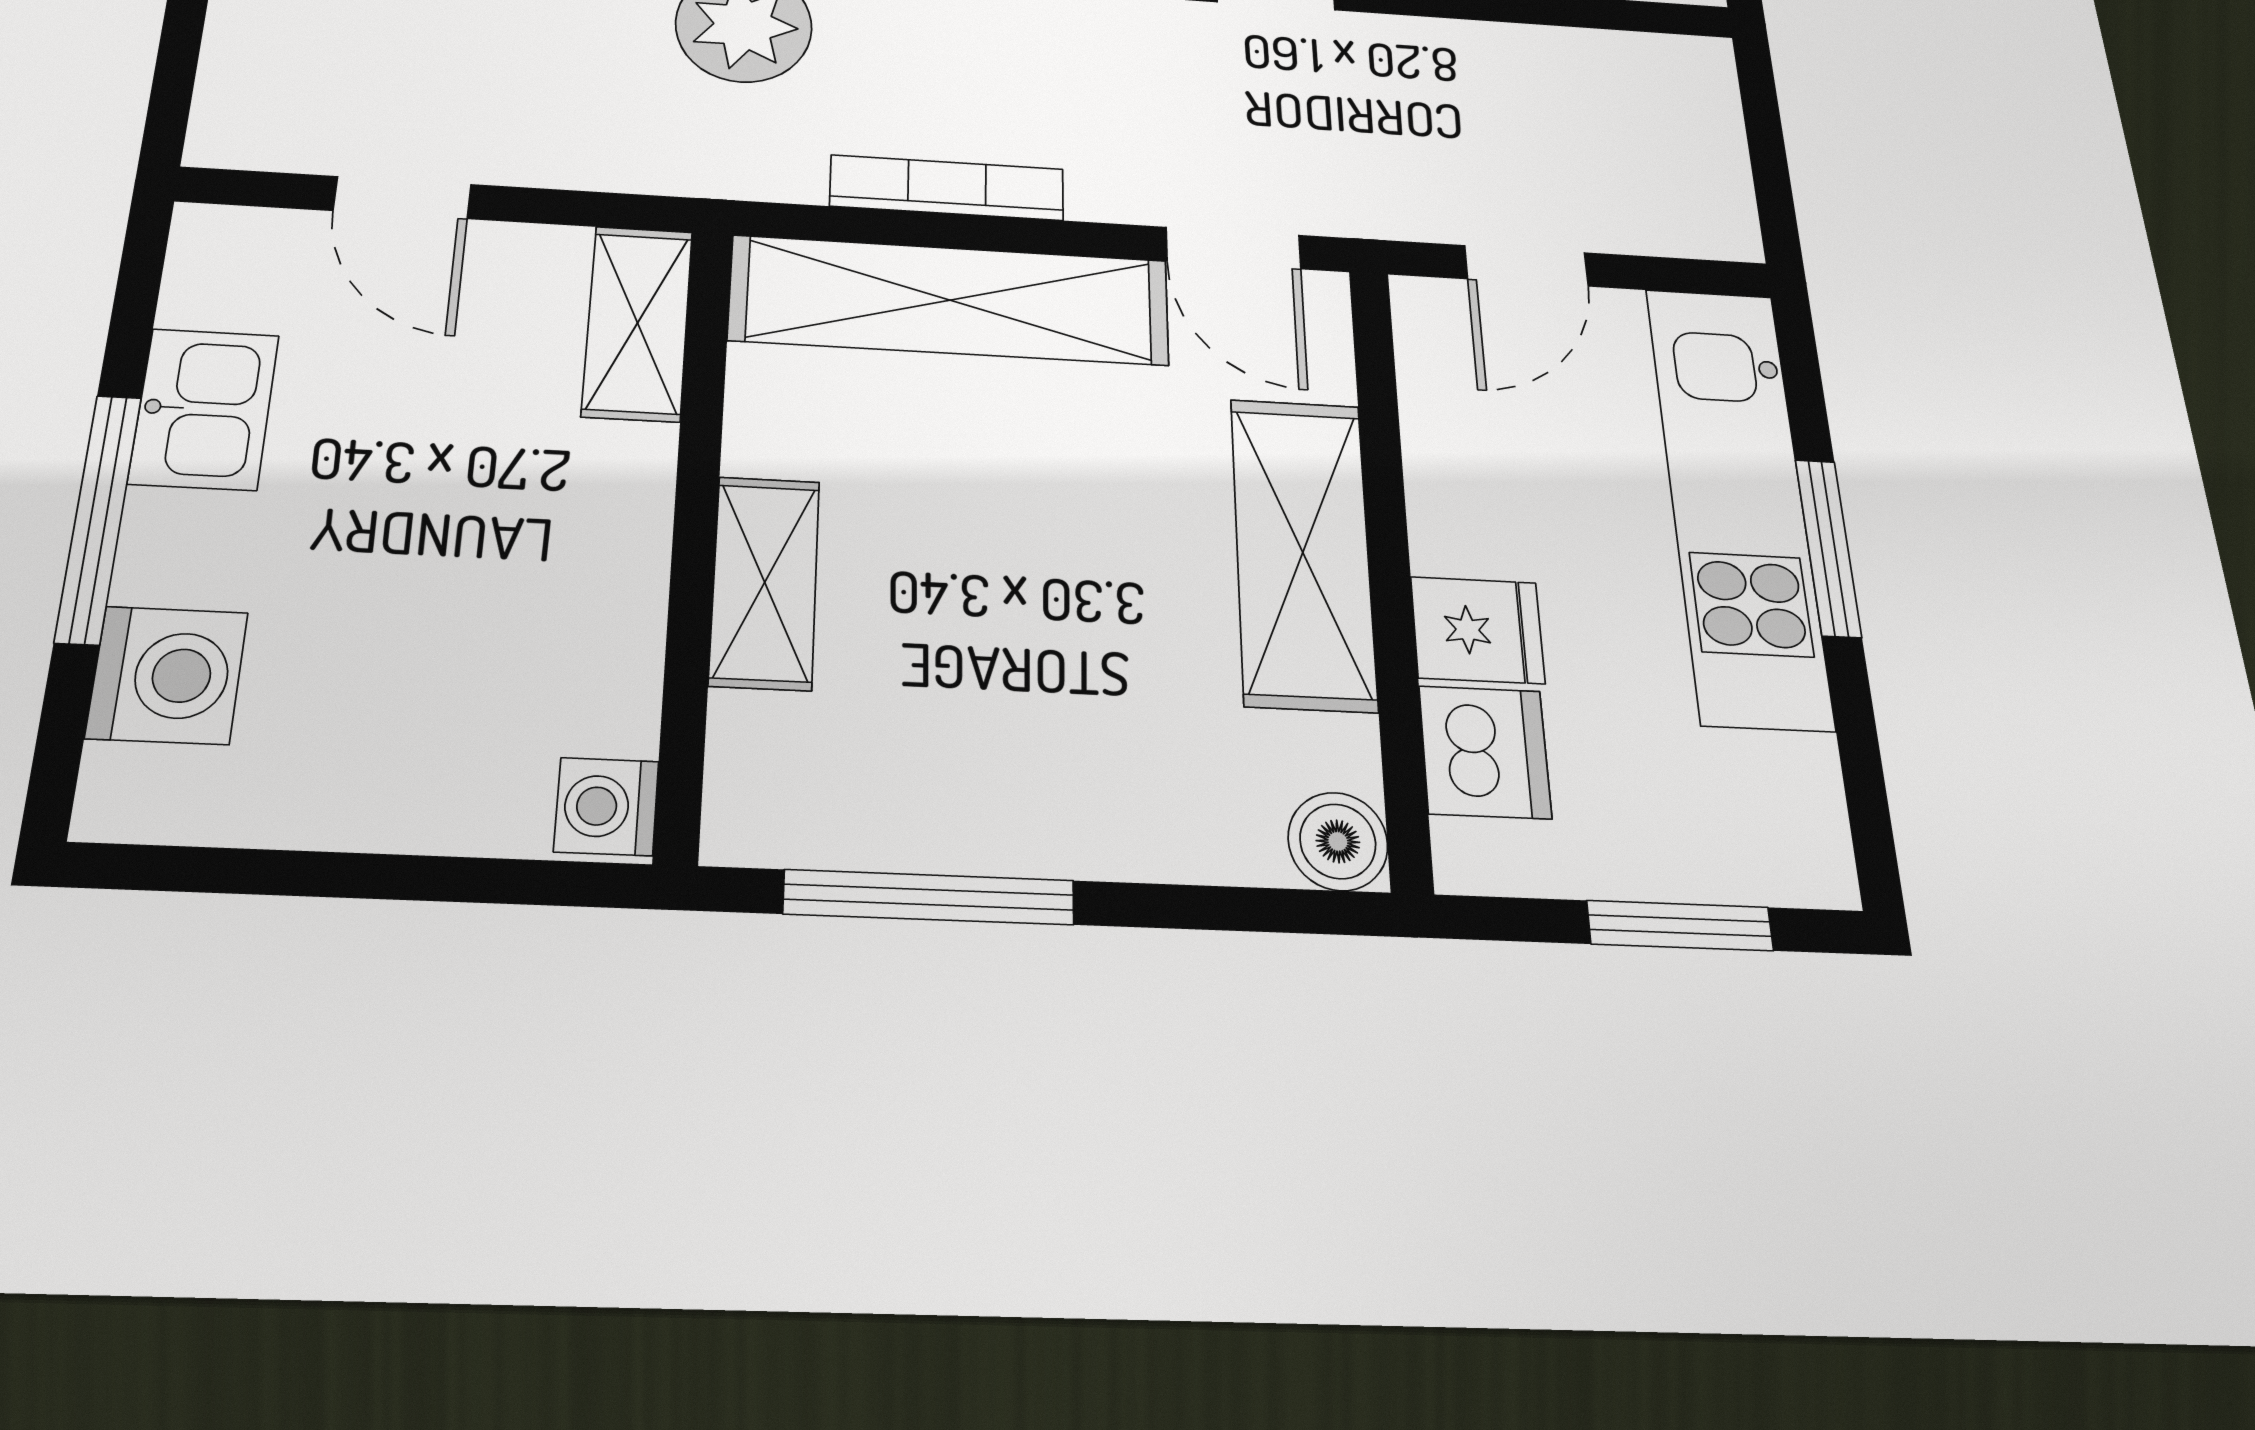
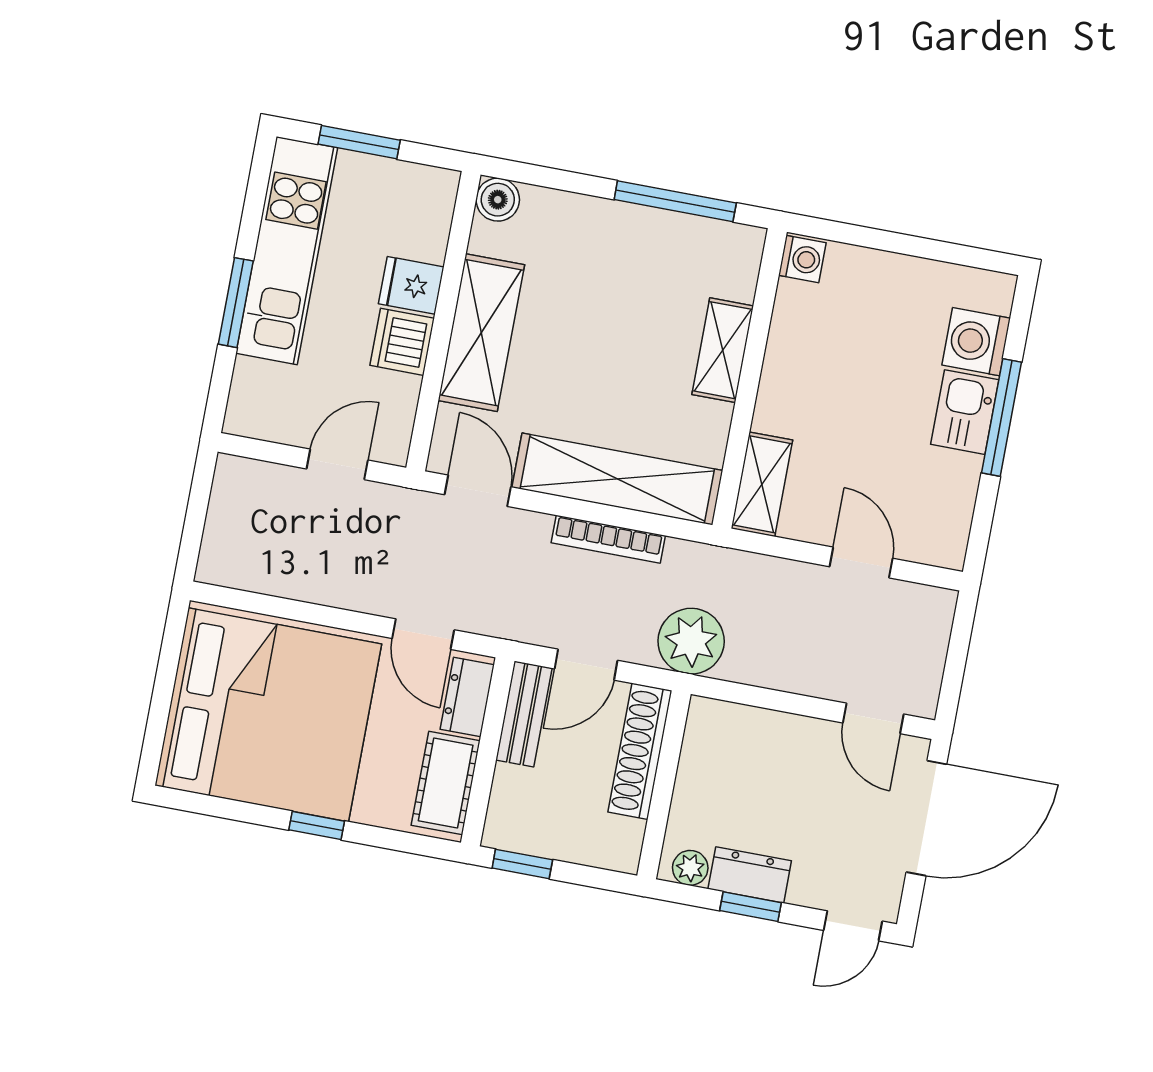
kitchen sink: (204, 409) -> (965, 412), moved
kitchen unit: (1737, 503) -> (287, 251), moved
dishwasher: (1485, 752) -> (402, 342), moved

